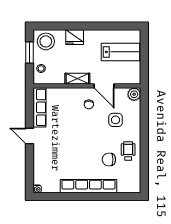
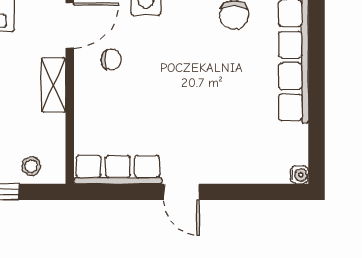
door: (30, 136) -> (182, 192), hinge flipped

